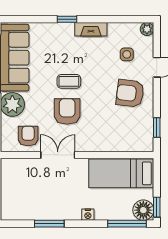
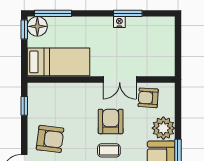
armchair: (67, 111) -> (111, 121), turned 180
armchair: (28, 136) -> (148, 98), turned 94
nightstand: (88, 215) -> (119, 22), moved

